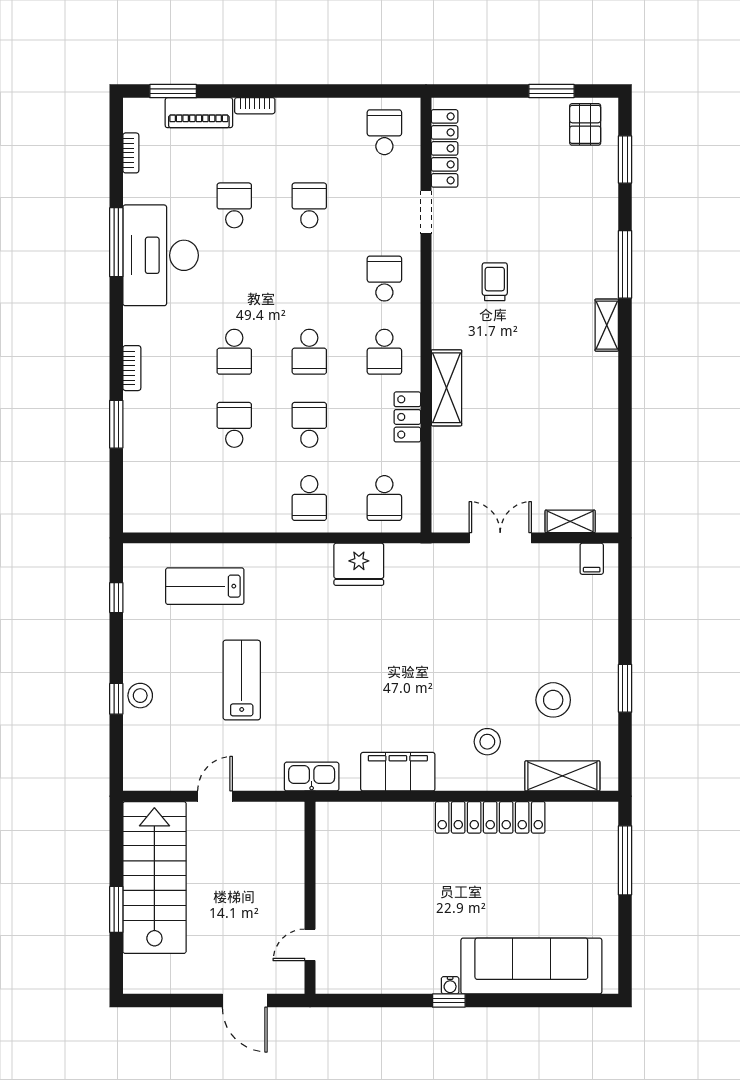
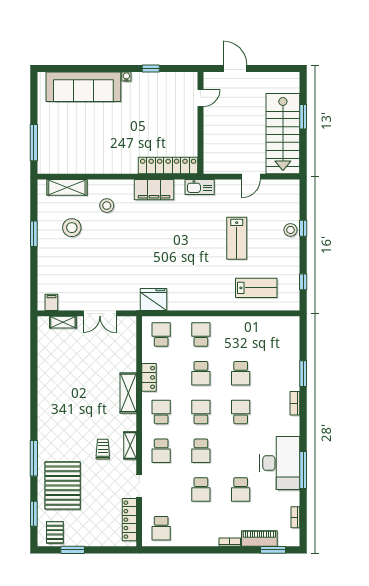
pallet: (571, 213) -> (63, 486), added
school desk: (309, 279) -> (201, 451), added
trolley: (495, 282) -> (103, 449), turned 180
shelving: (607, 325) -> (130, 445), moved
fridge: (359, 564) -> (154, 299), moved
locker: (490, 817) -> (168, 165), moved
window: (449, 1001) -> (151, 68), moved

